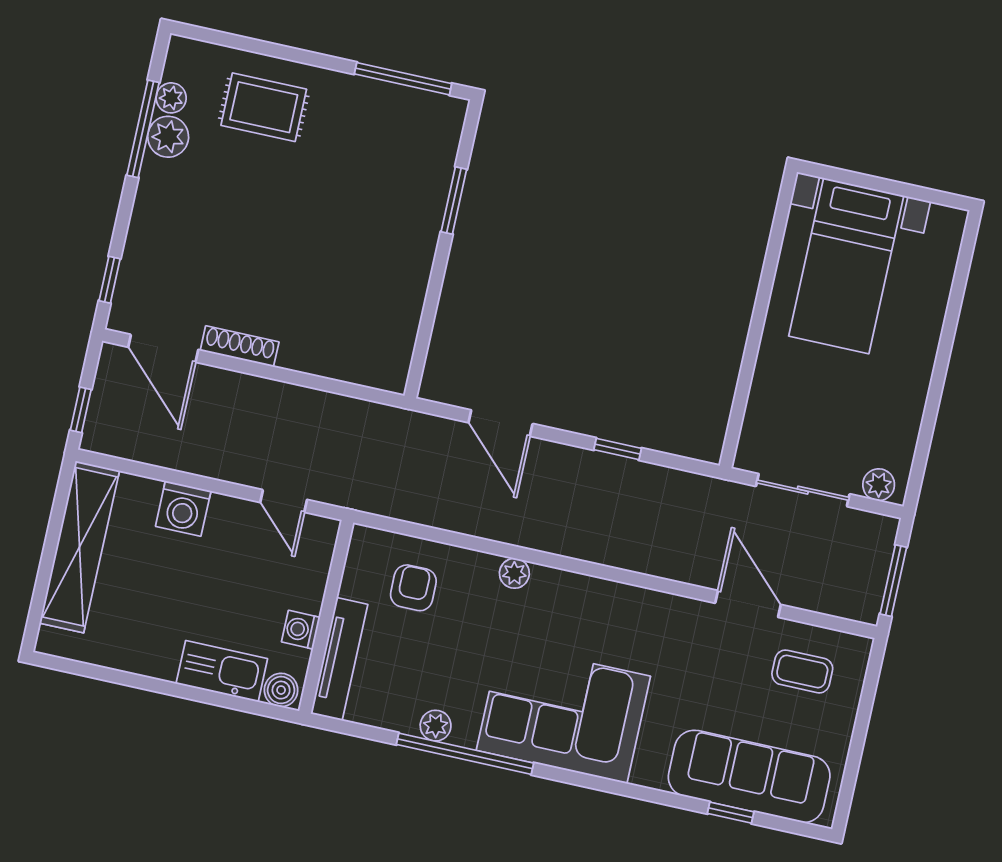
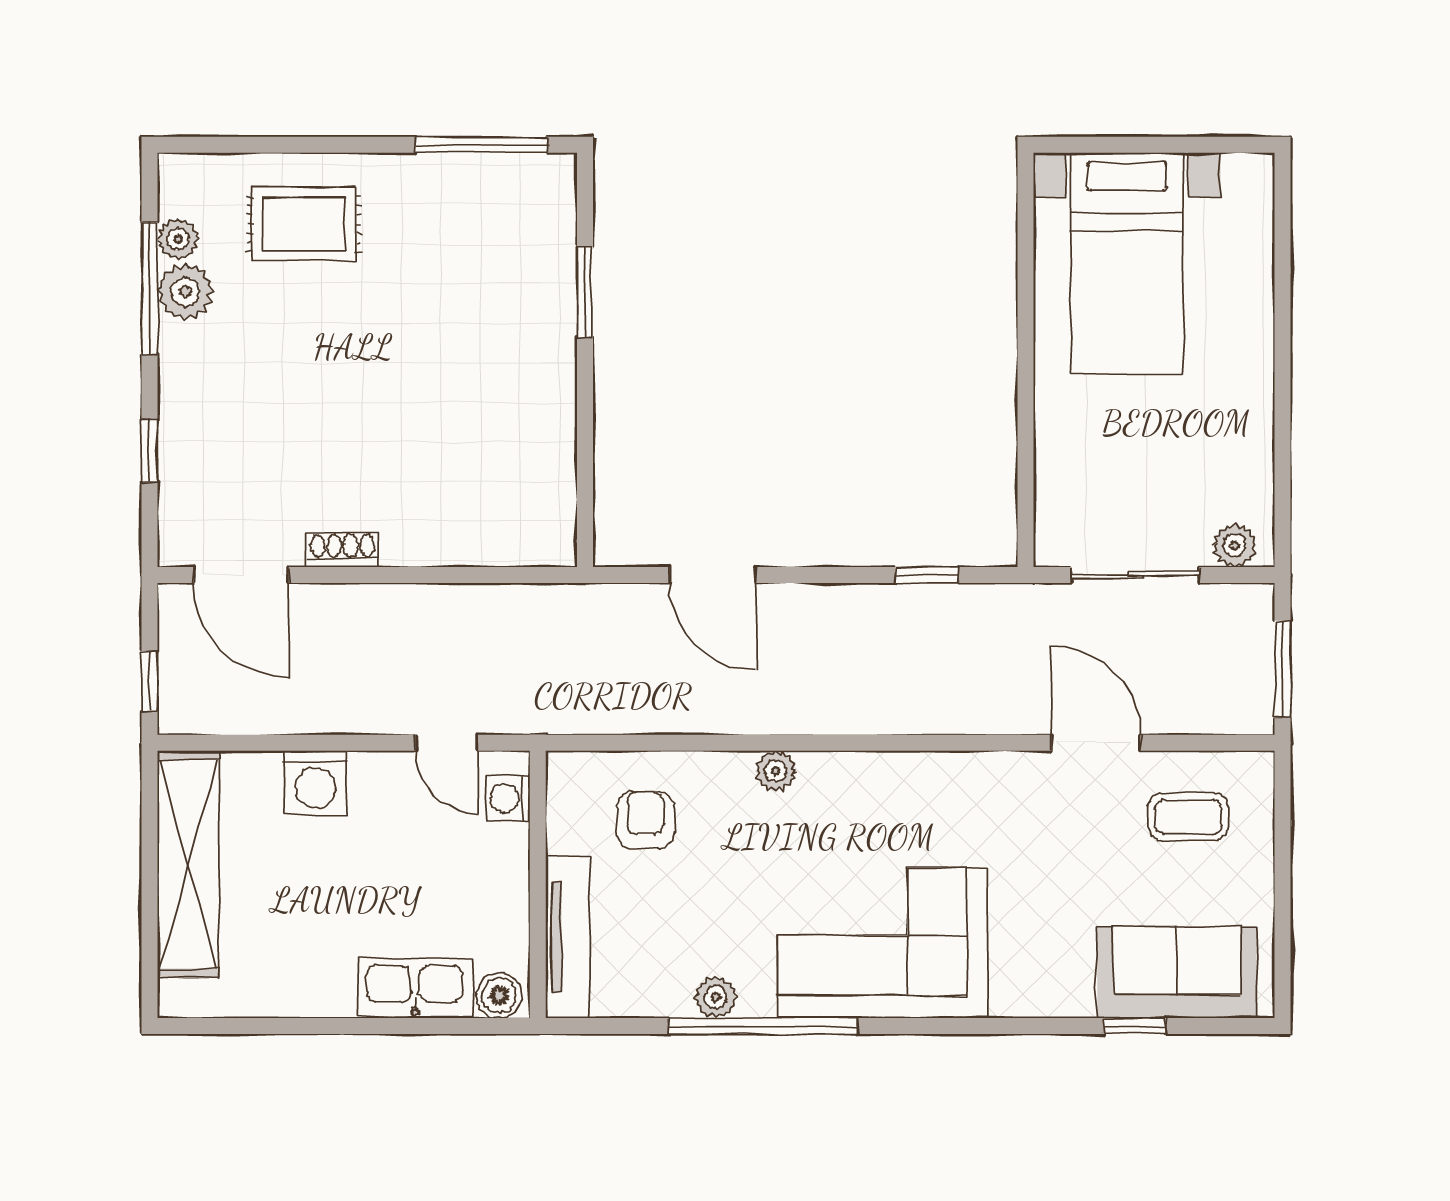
window: (110, 280) -> (150, 450), moved
shoe rack: (240, 346) -> (342, 550), width x0.70
window: (618, 449) -> (927, 575), moved
washing machine: (301, 630) -> (508, 798), moved
sofa: (749, 776) -> (1177, 972), width x0.73

